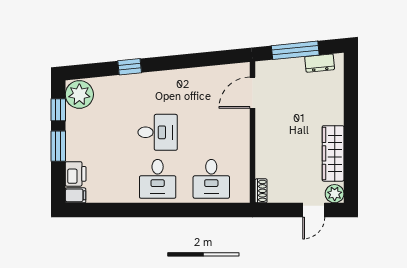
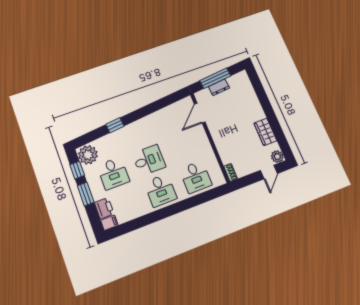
dresser: (320, 63) -> (219, 87), moved
desk: (104, 132) -> (113, 173), added
wardrobe: (333, 153) -> (265, 132), width x0.67

